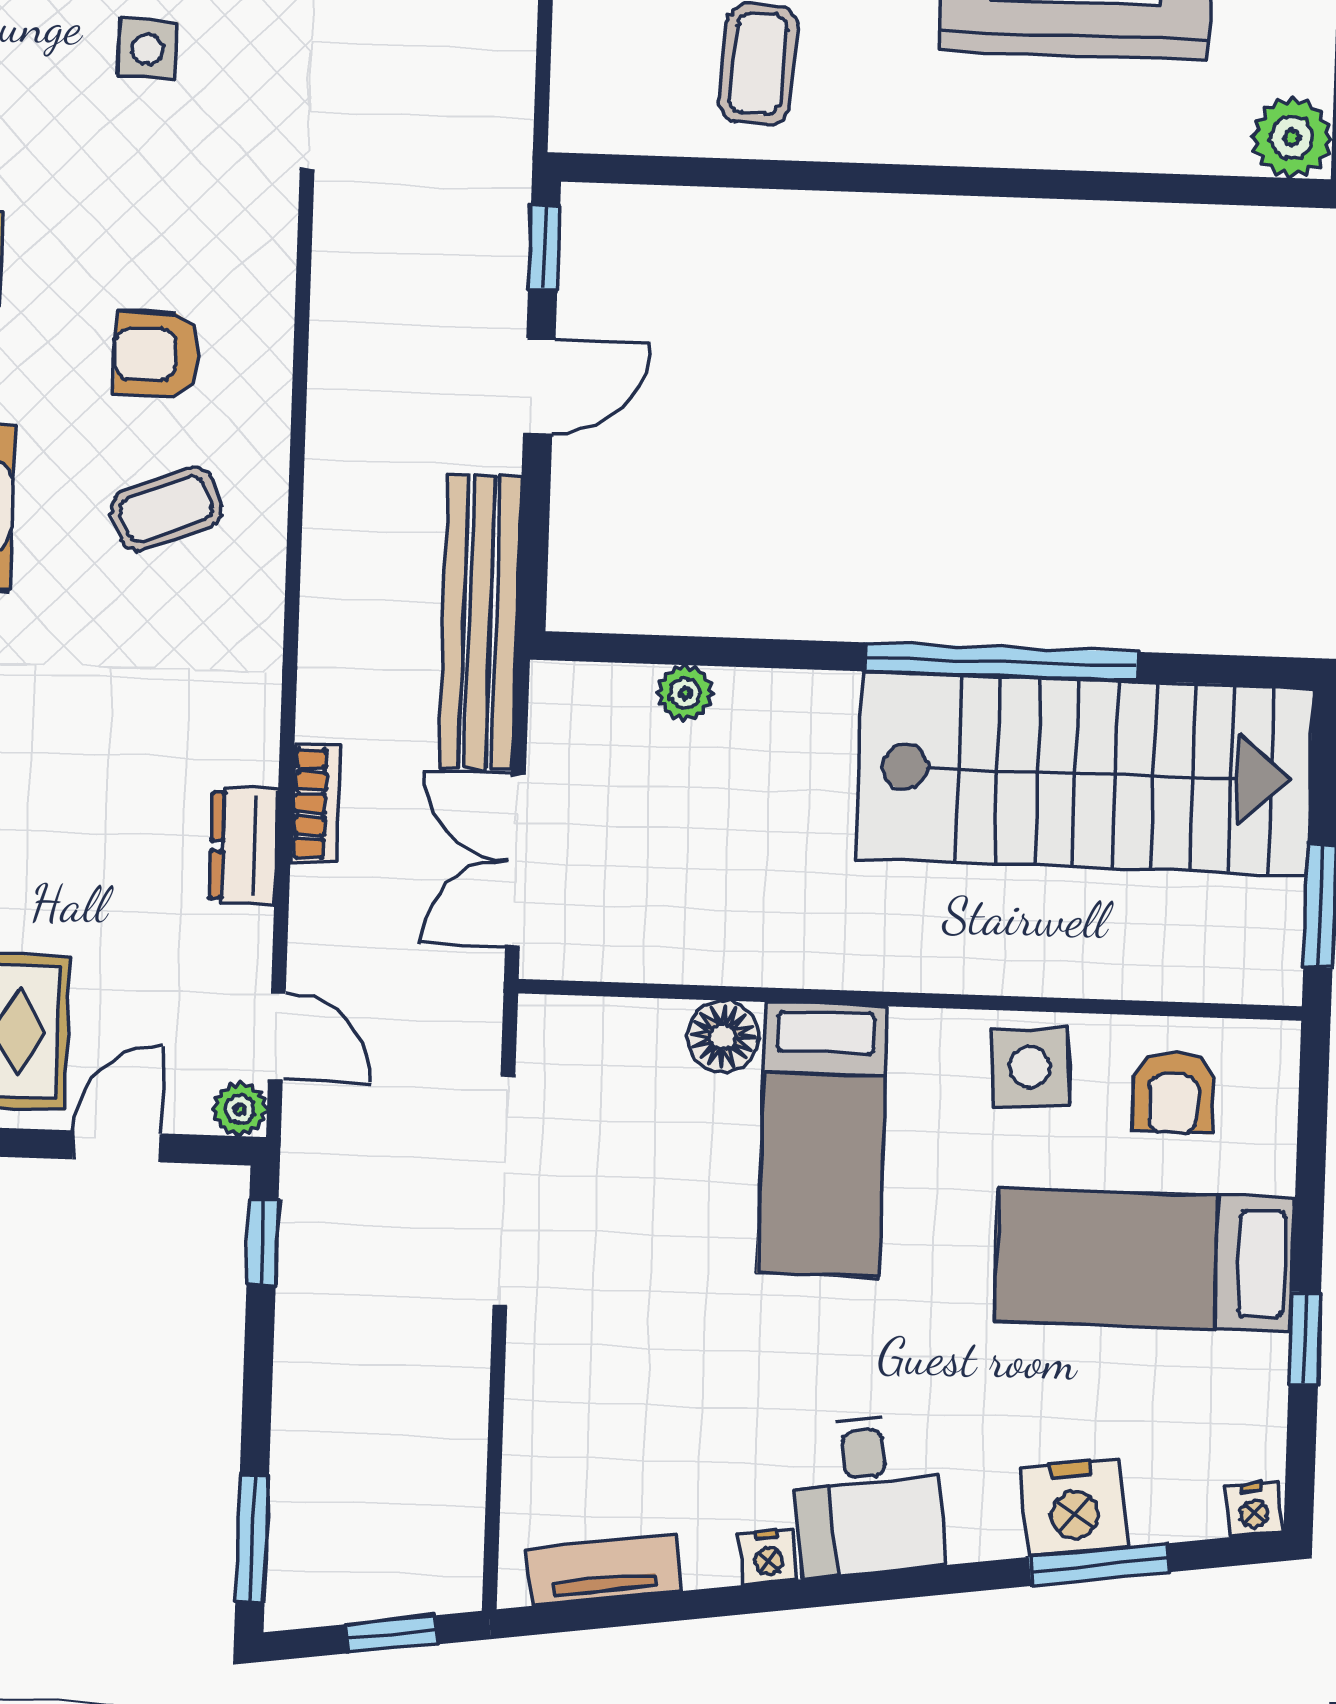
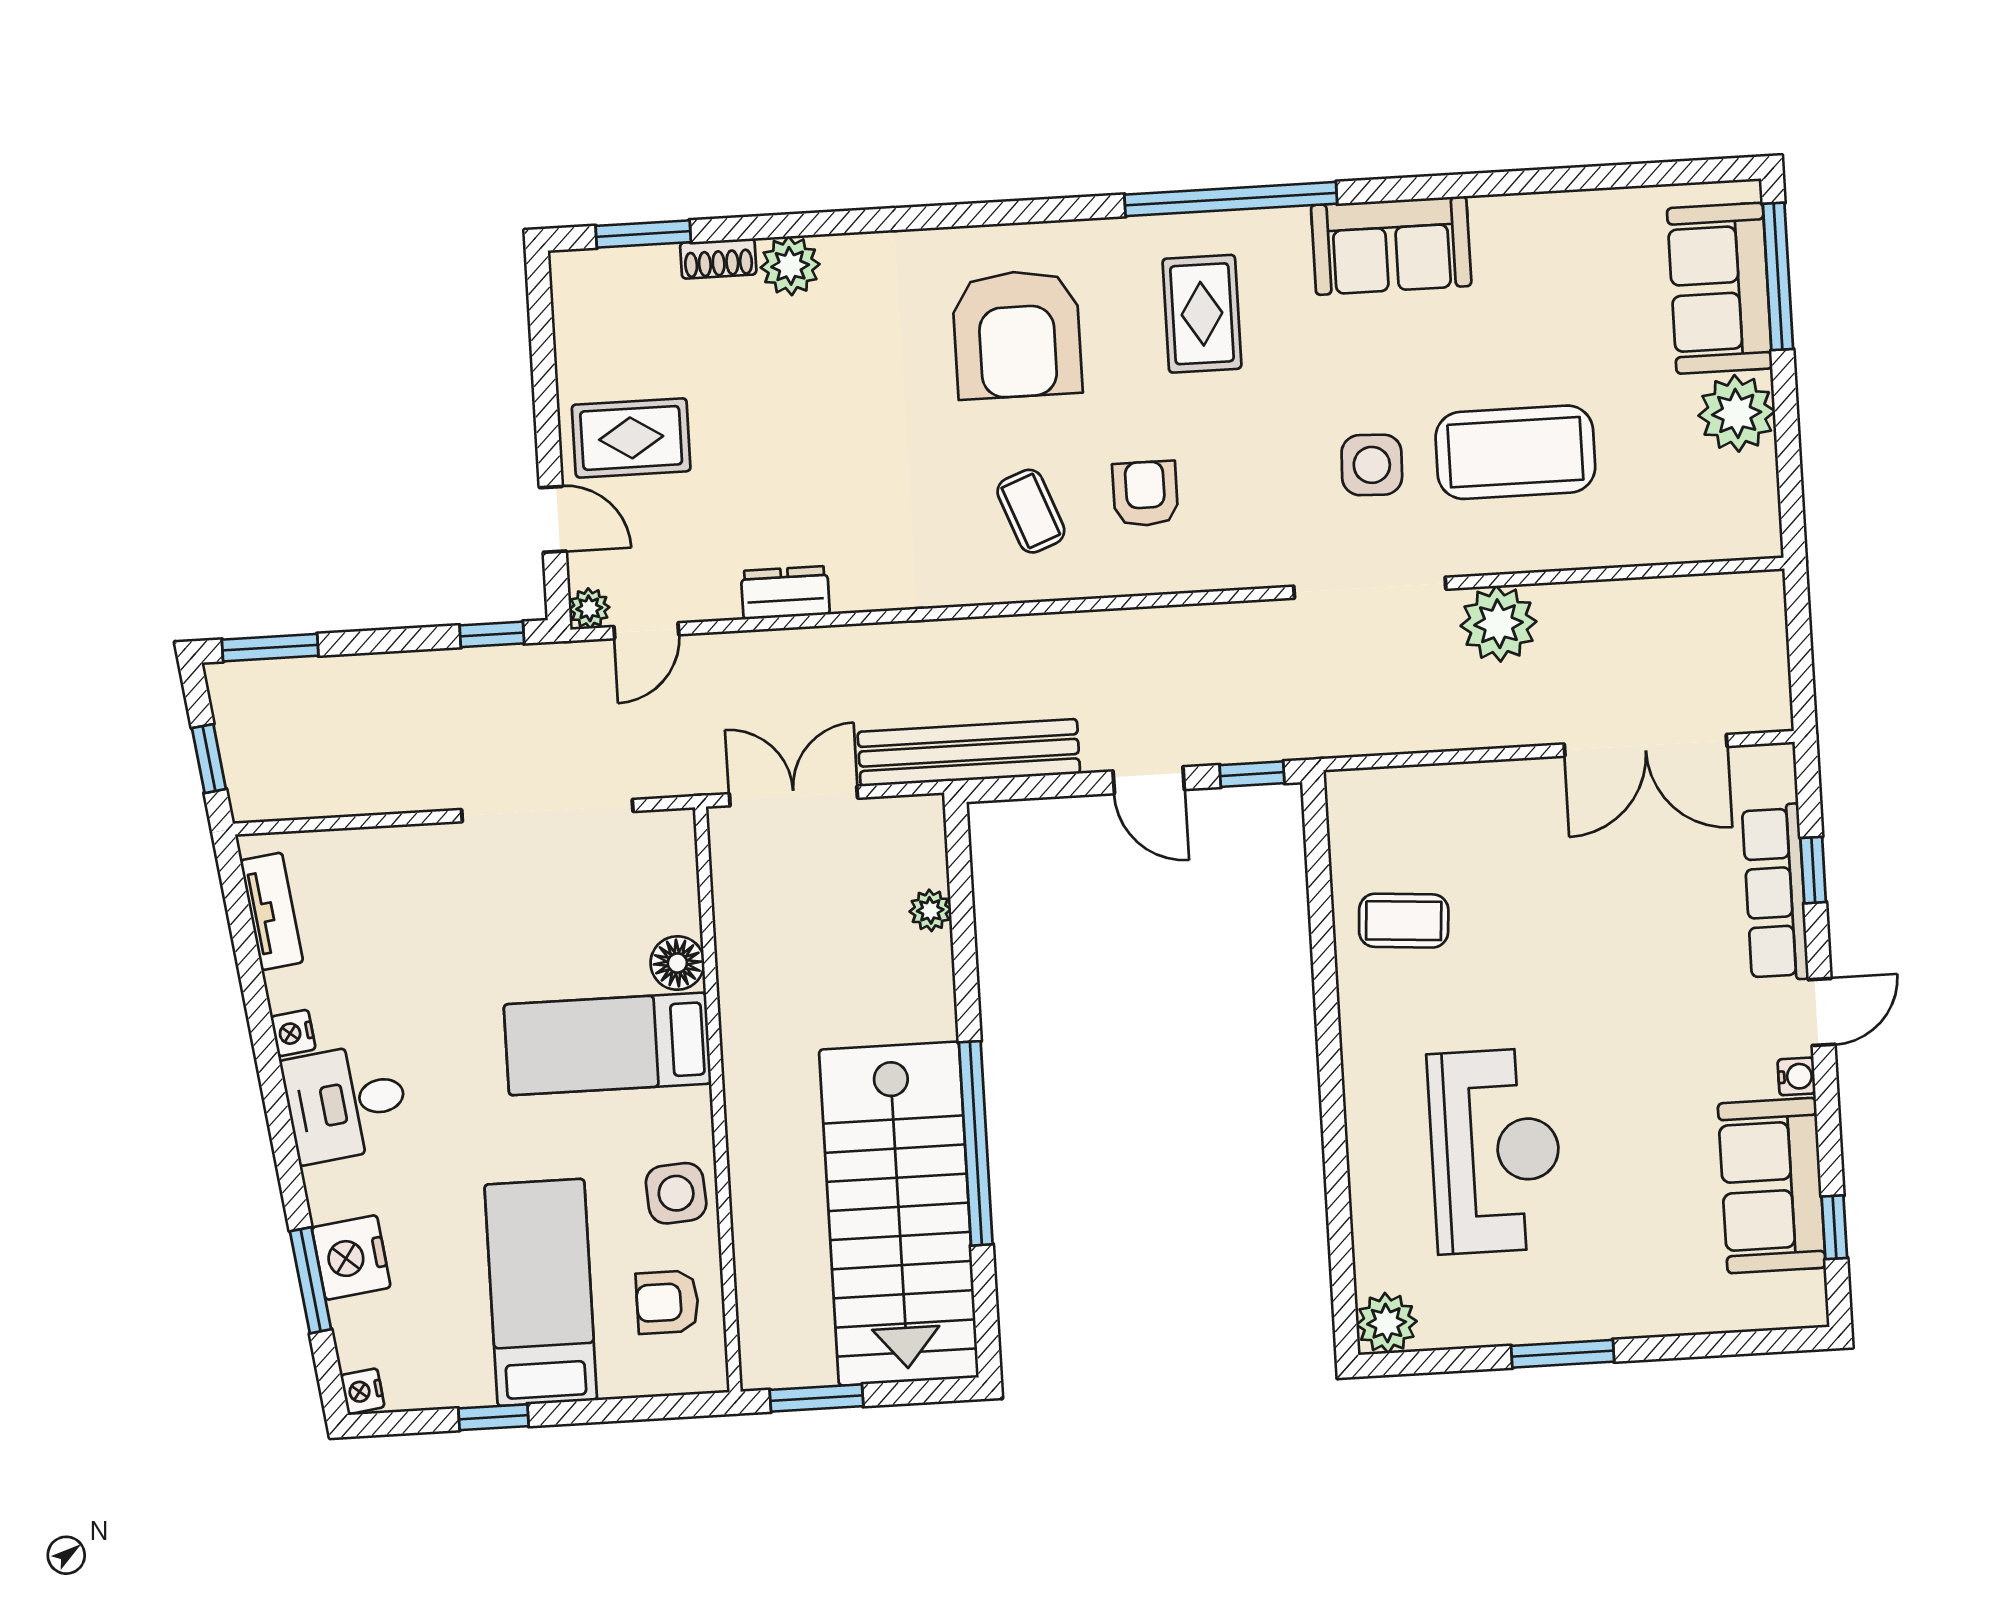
side table: (148, 49) -> (1372, 465), width x1.37, depth x1.37
bookcase: (316, 804) -> (822, 643), removed

